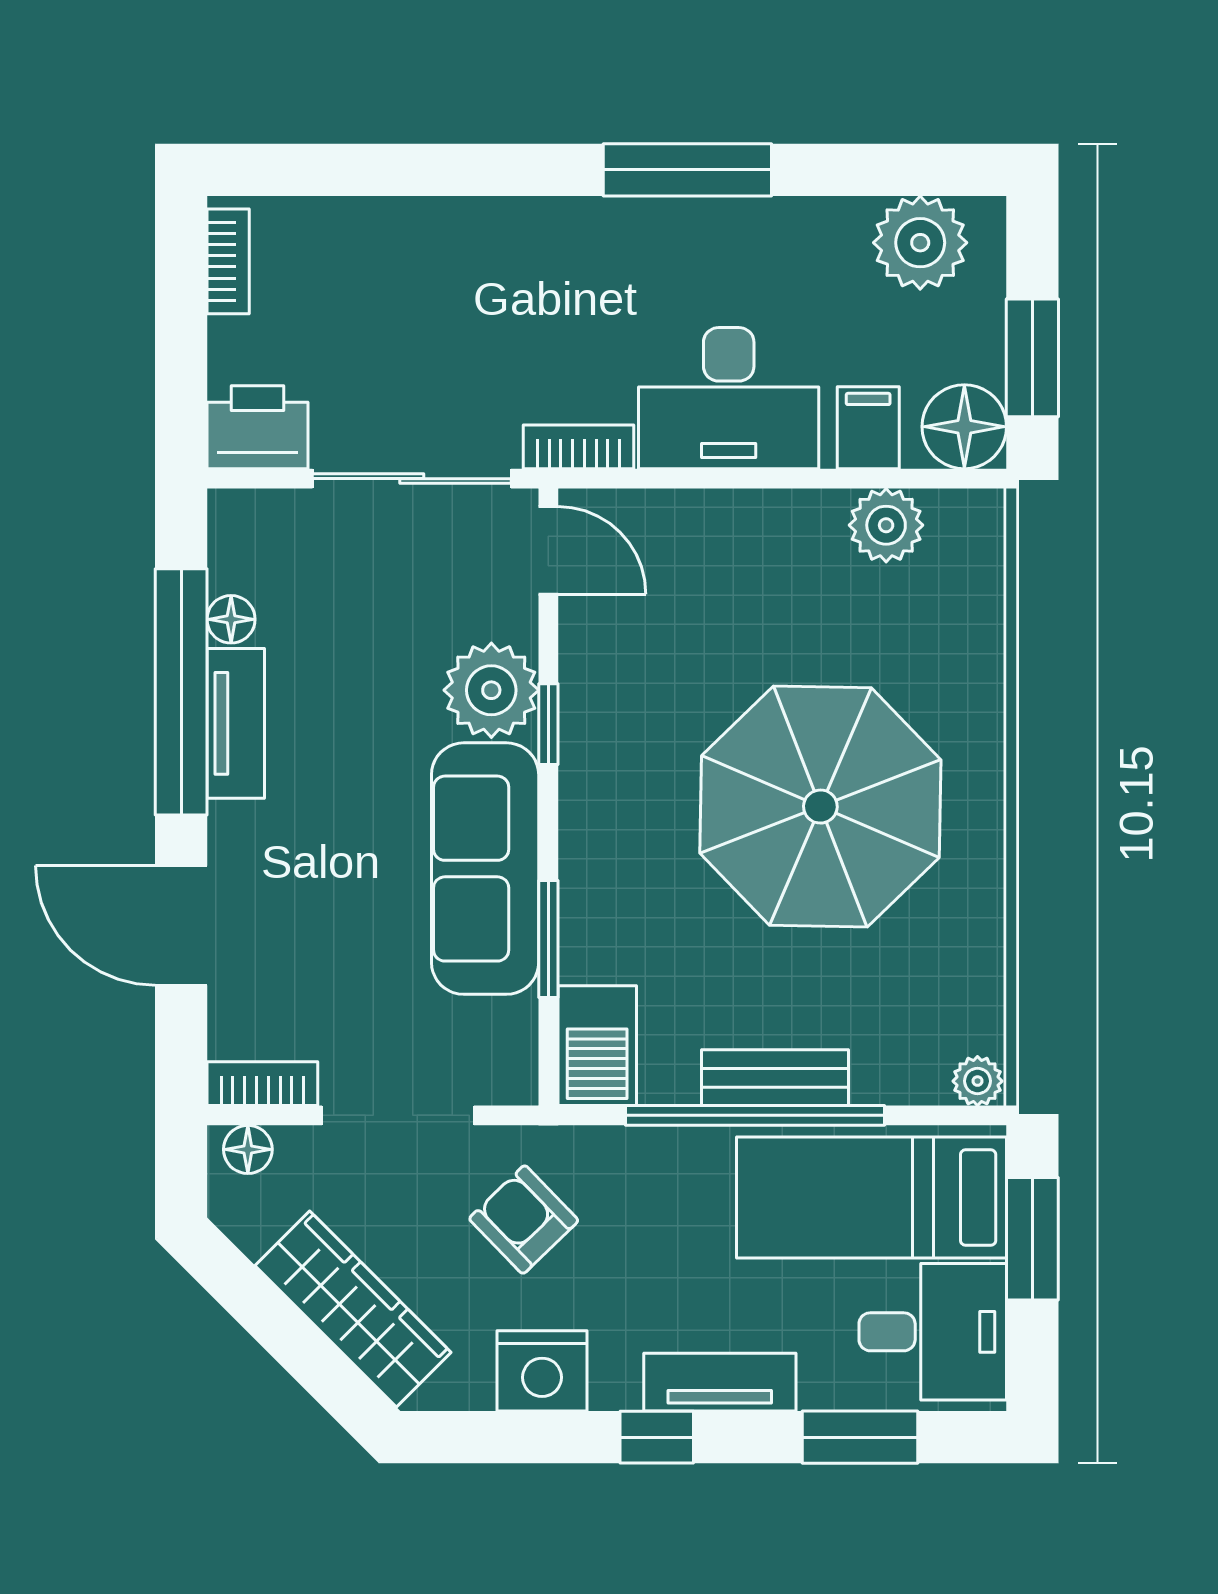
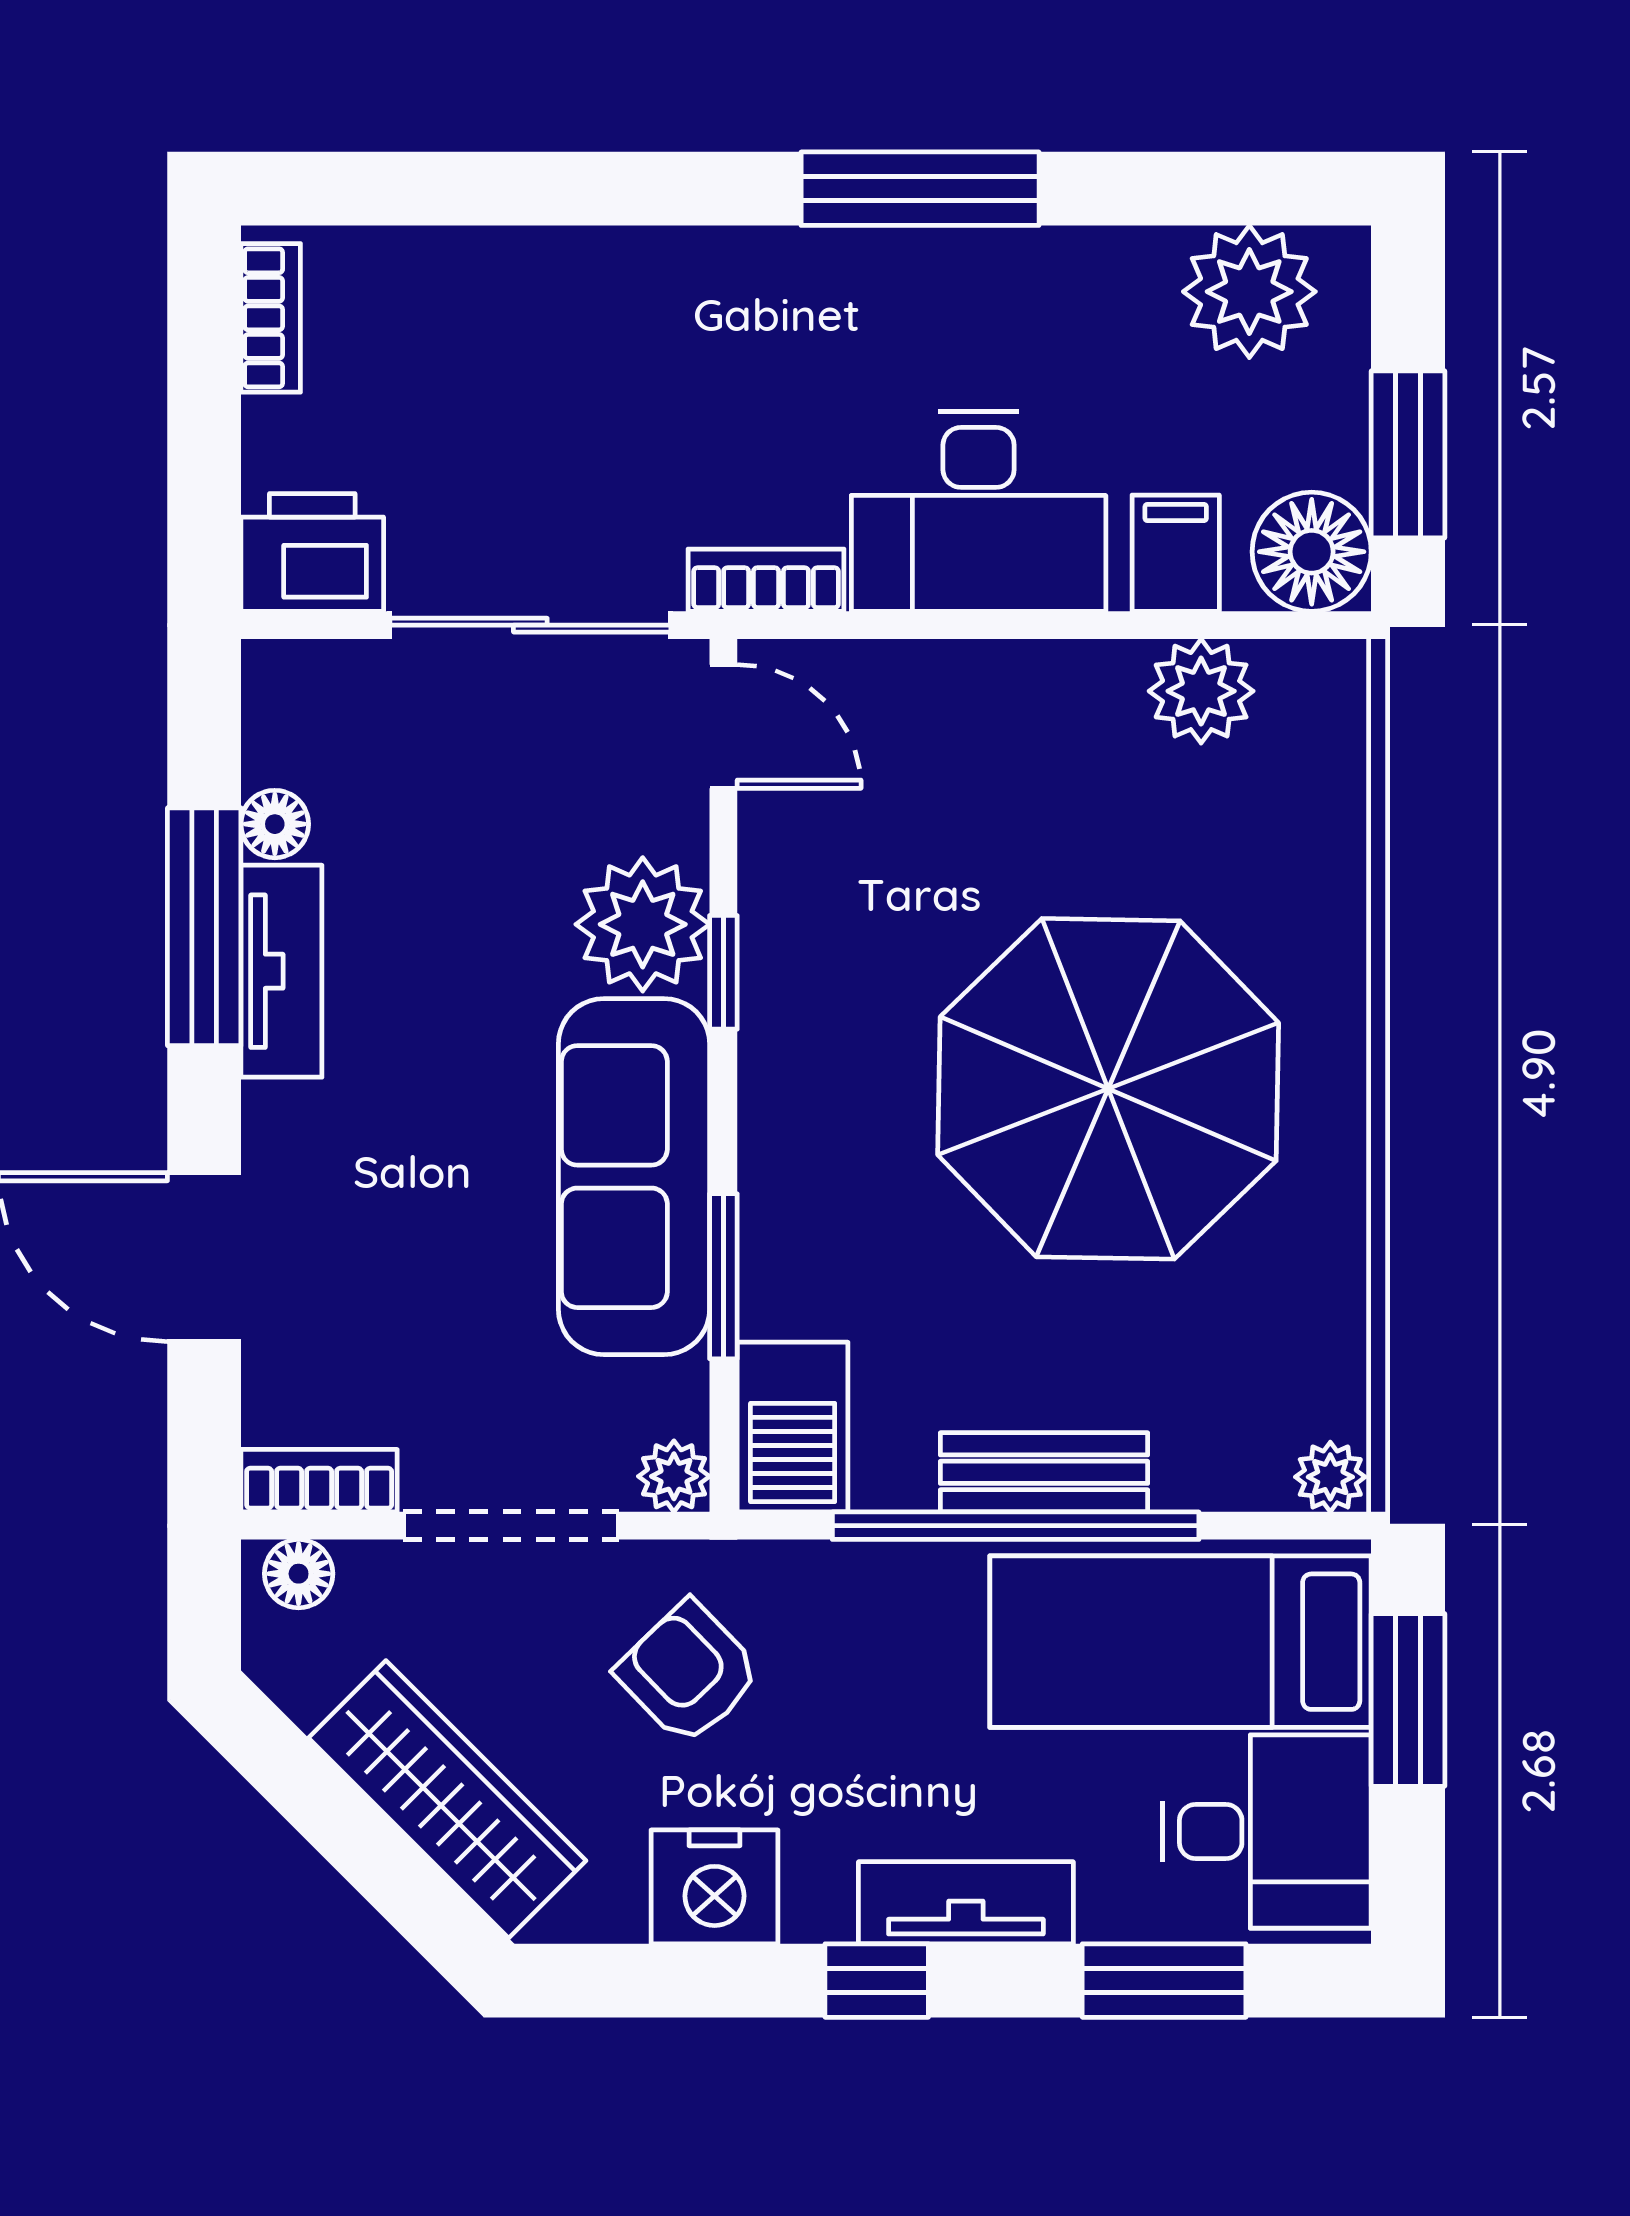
window: (181, 692) -> (204, 927), width x0.68
plant: (513, 1081) -> (674, 1476), added

